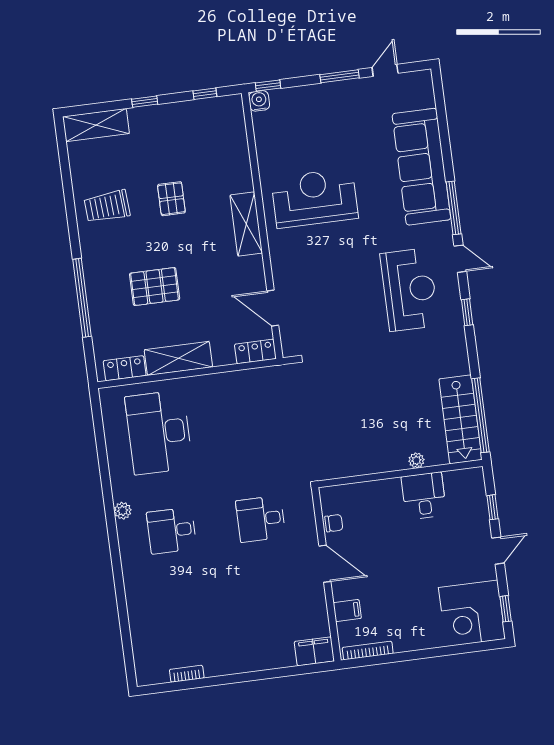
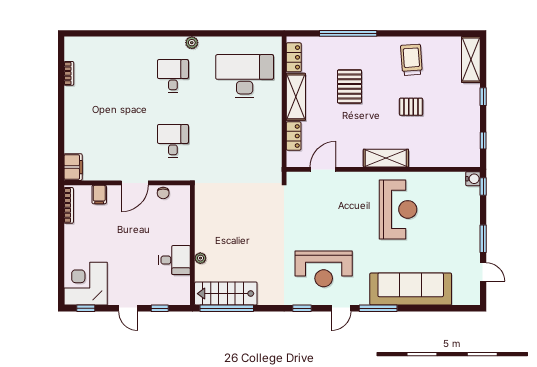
locker: (255, 351) -> (294, 136), moved

